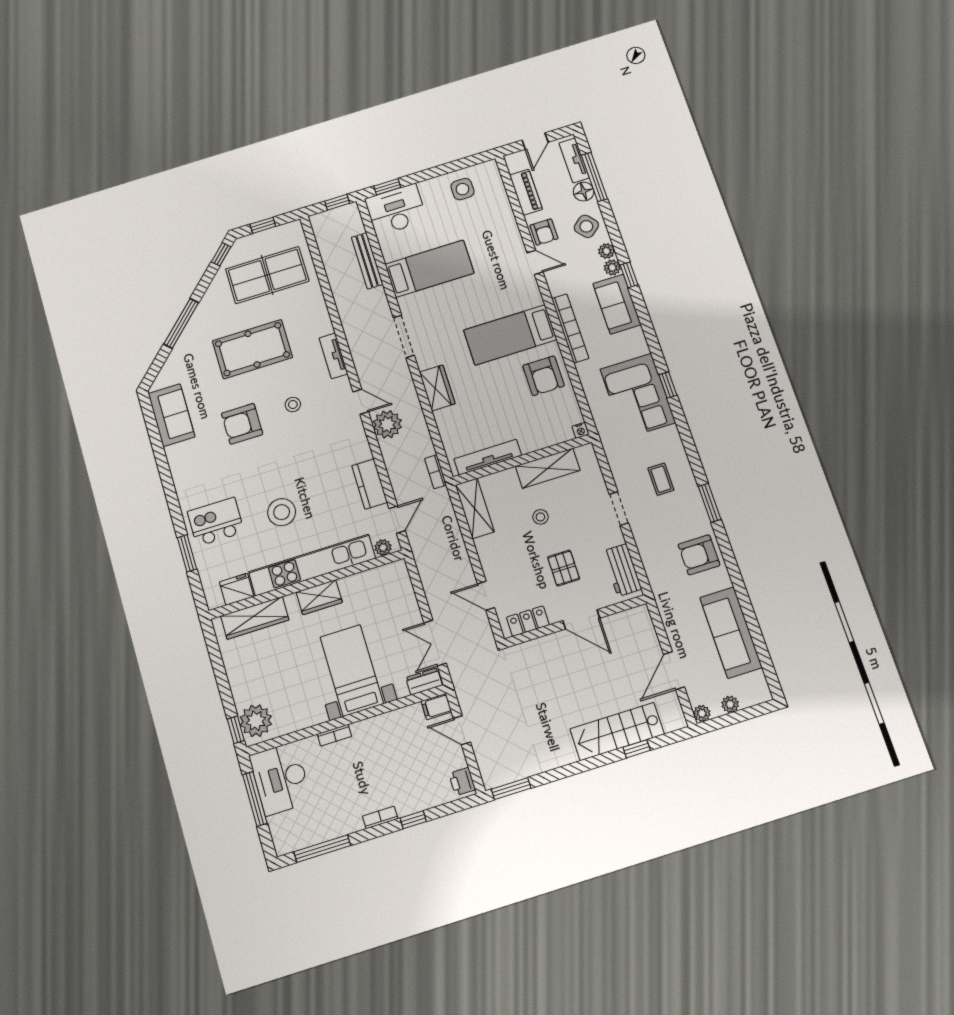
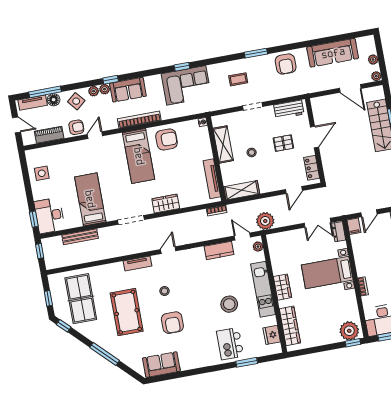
plant: (387, 424) -> (265, 221), moved
kitchen unit: (312, 565) -> (263, 289), width x0.73

